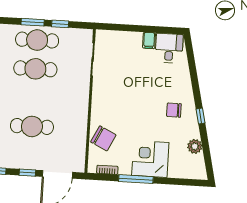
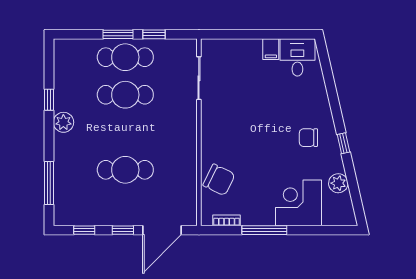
corner desk: (150, 159) -> (299, 203), moved

